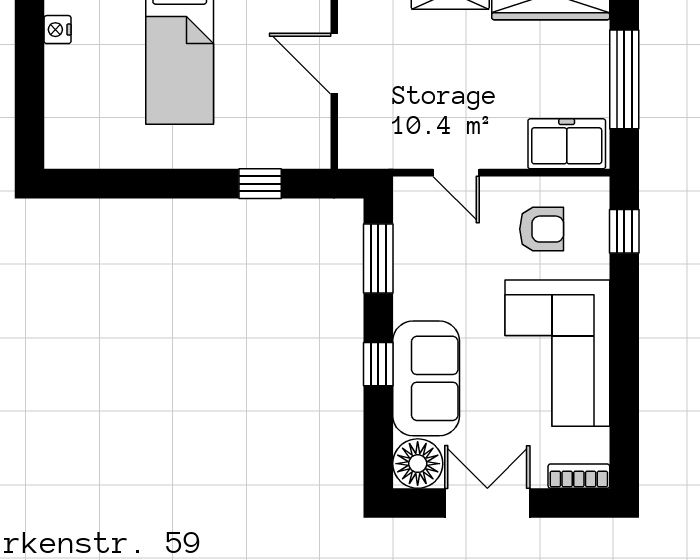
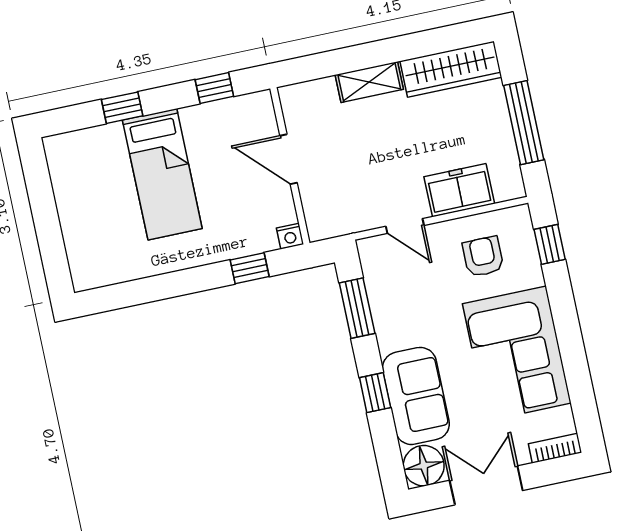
nightstand: (58, 30) -> (290, 236), moved, turned -90
freezer: (567, 144) -> (459, 190), moved
armchair: (542, 229) -> (483, 257), turned -90

